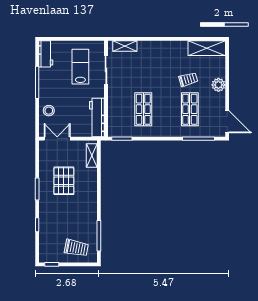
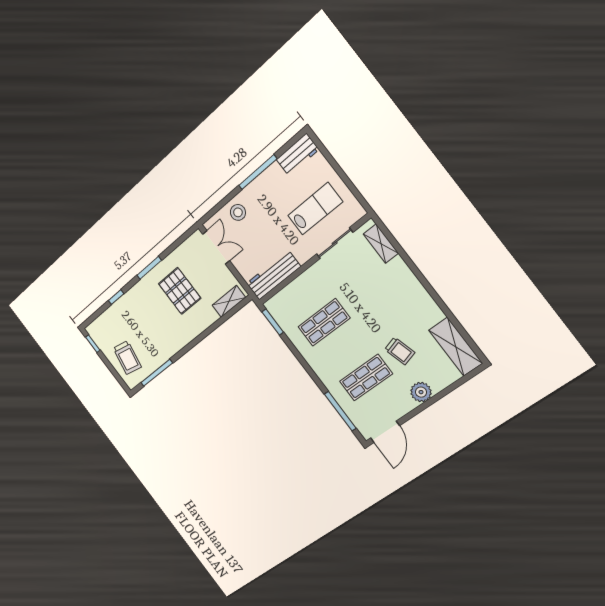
pallet: (64, 181) -> (180, 291), turned 90

